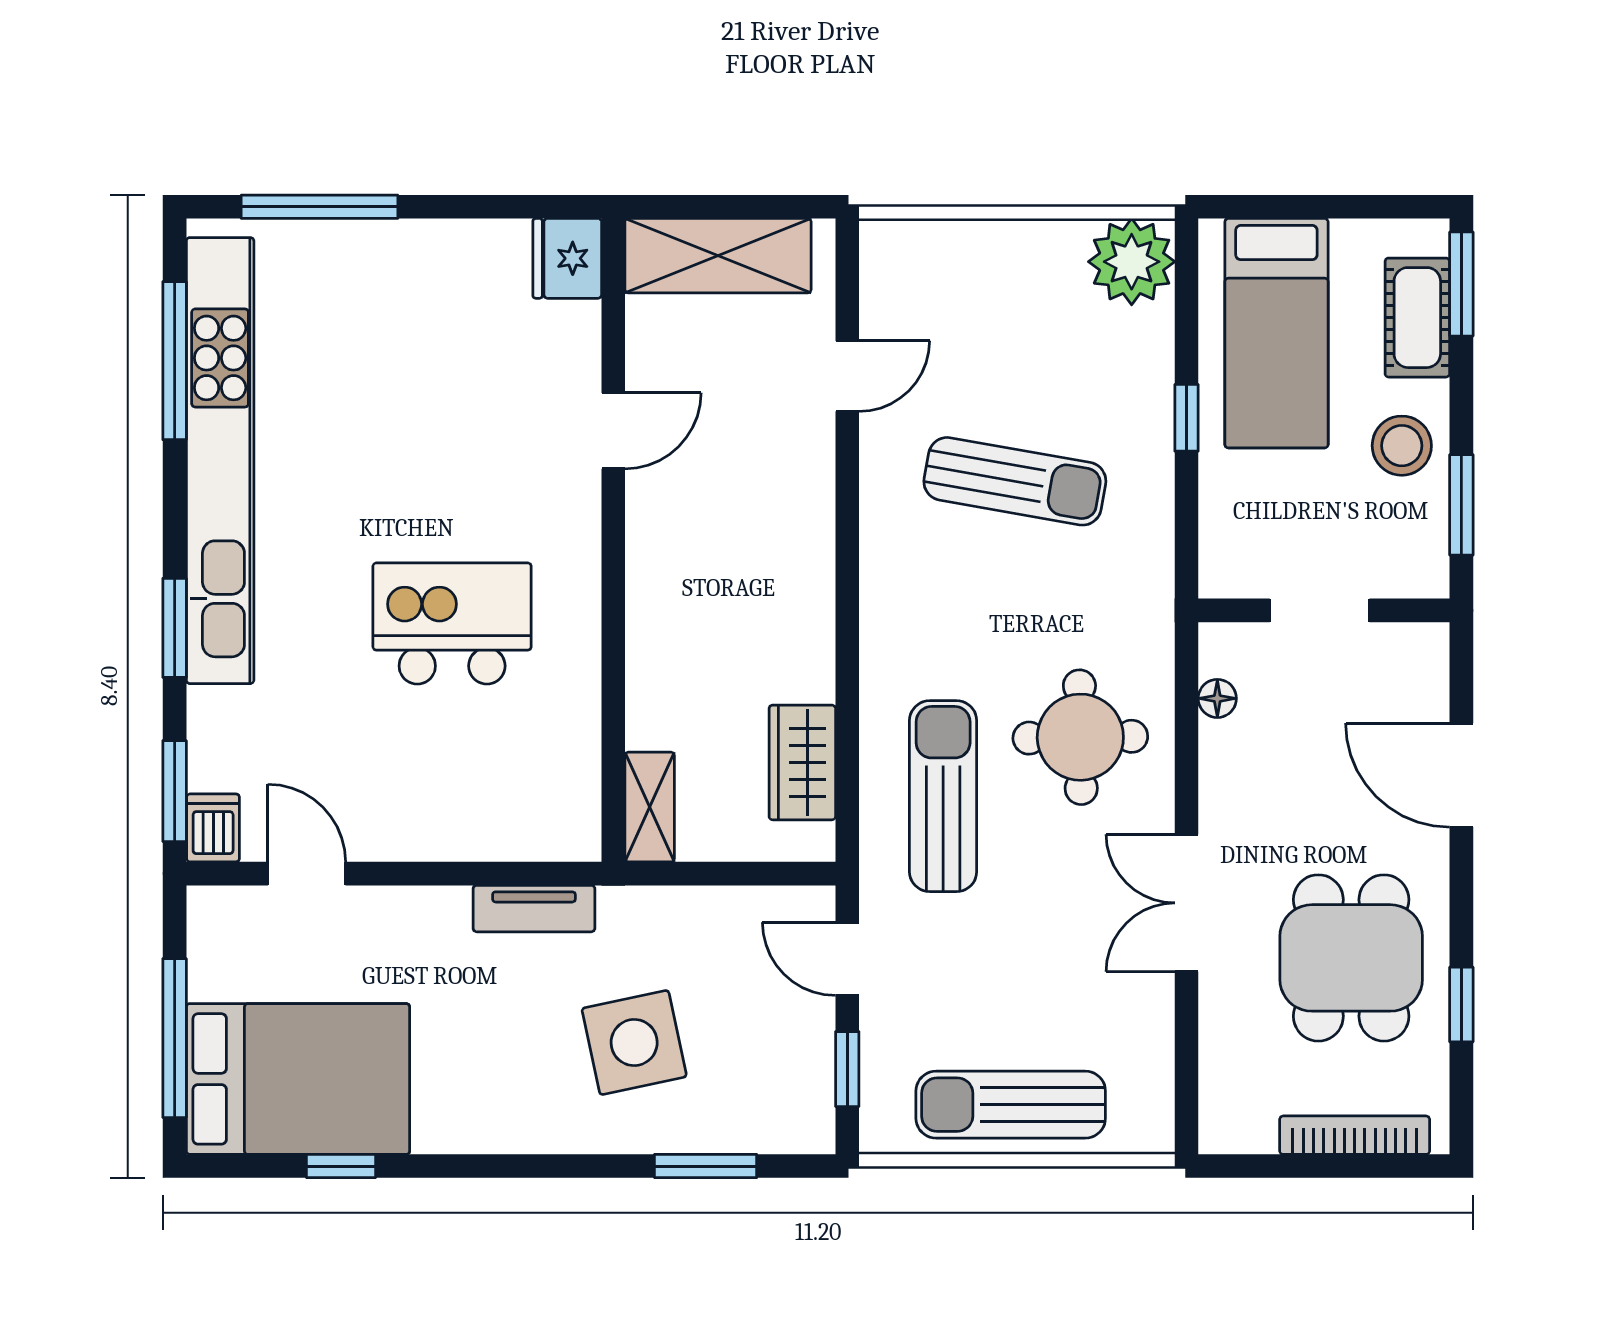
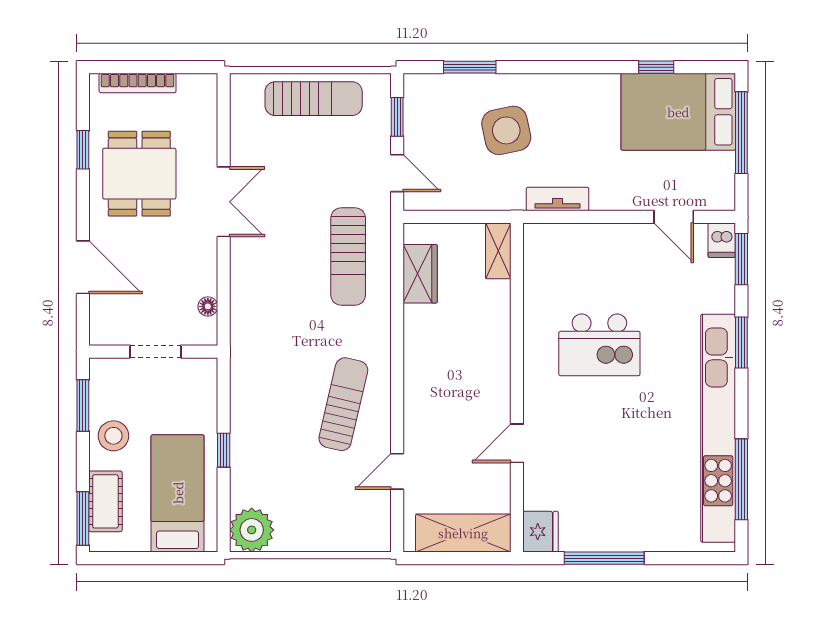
window: (320, 207) -> (604, 558), moved
sun lounger: (1015, 481) -> (343, 404), moved, turned 93
round table: (1080, 737) -> (278, 287), removed

